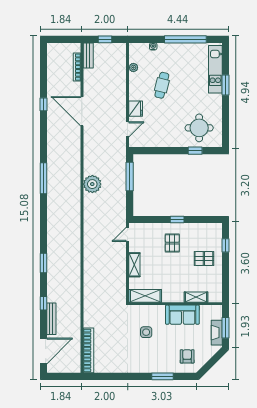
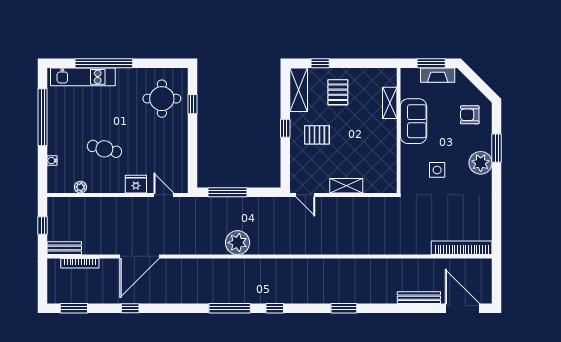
window: (43, 63) -> (74, 308), added
window: (225, 85) -> (104, 63), width x2.11
shelving: (145, 296) -> (299, 90), moved
window: (43, 303) -> (275, 308), moved
plant: (151, 364) -> (481, 163), added

